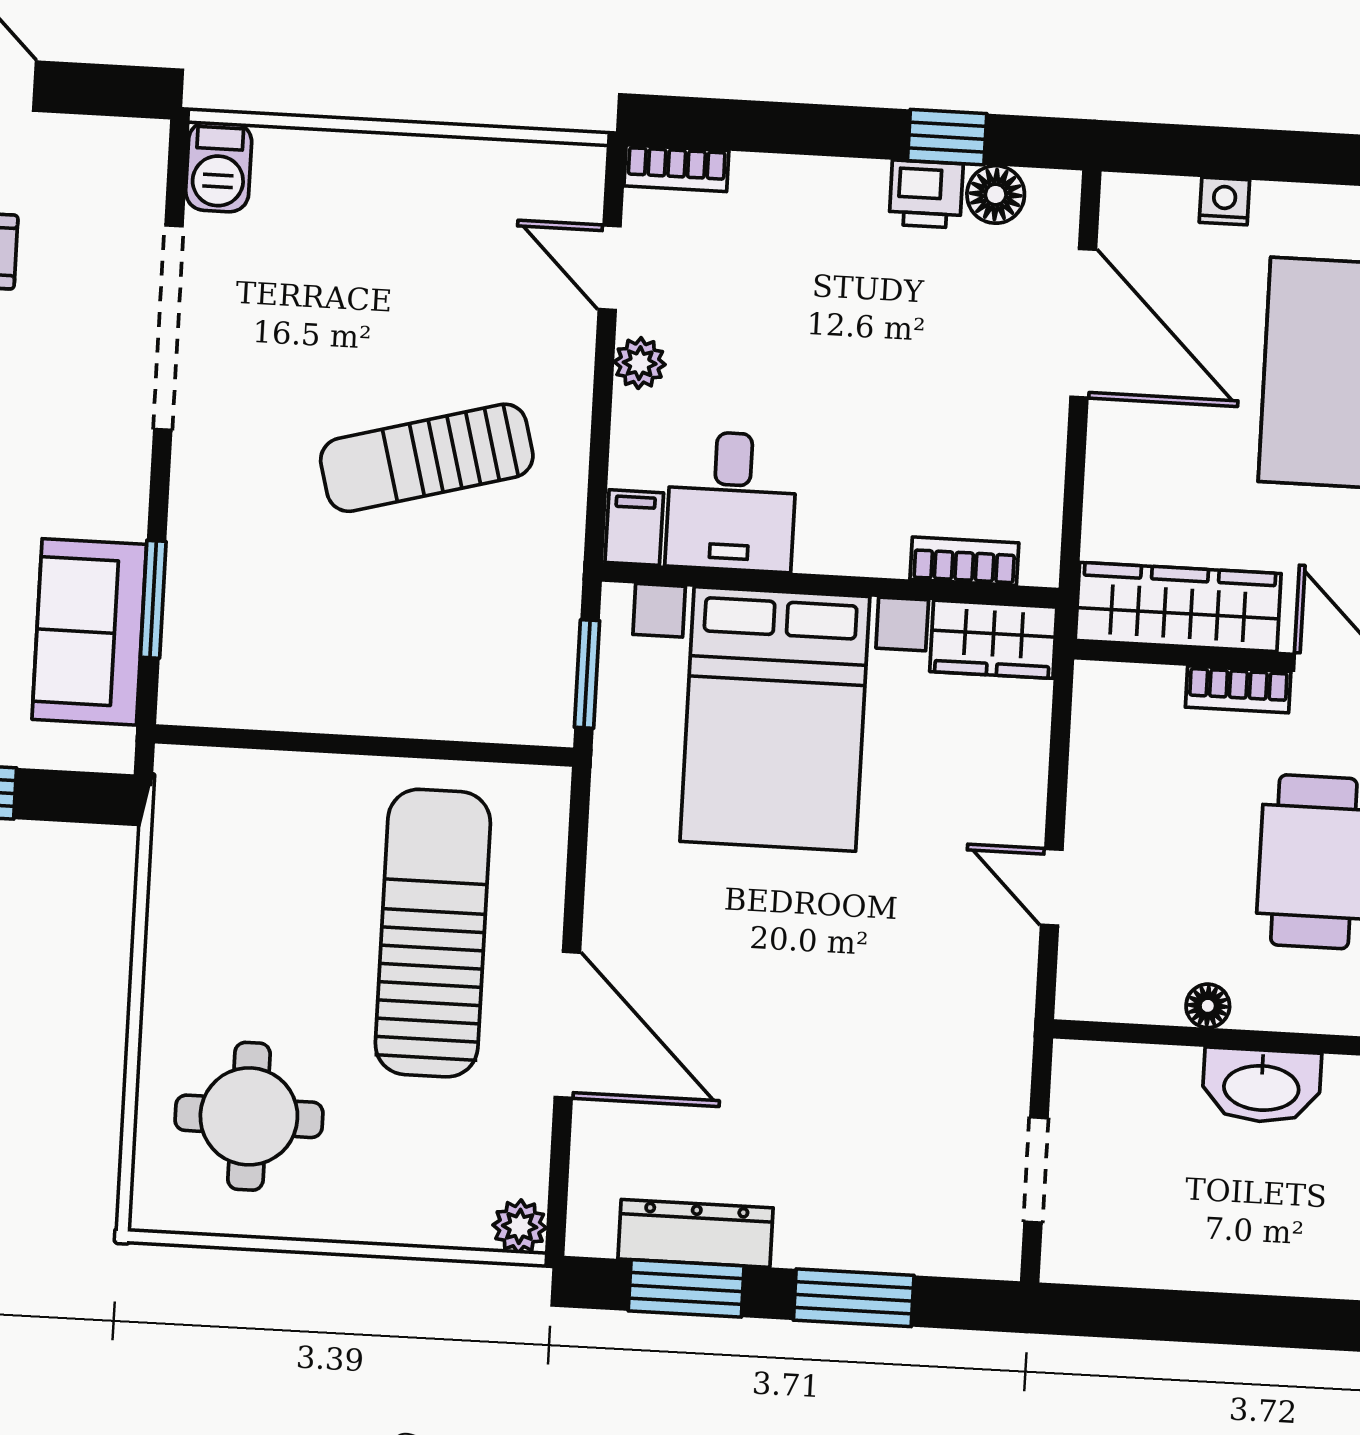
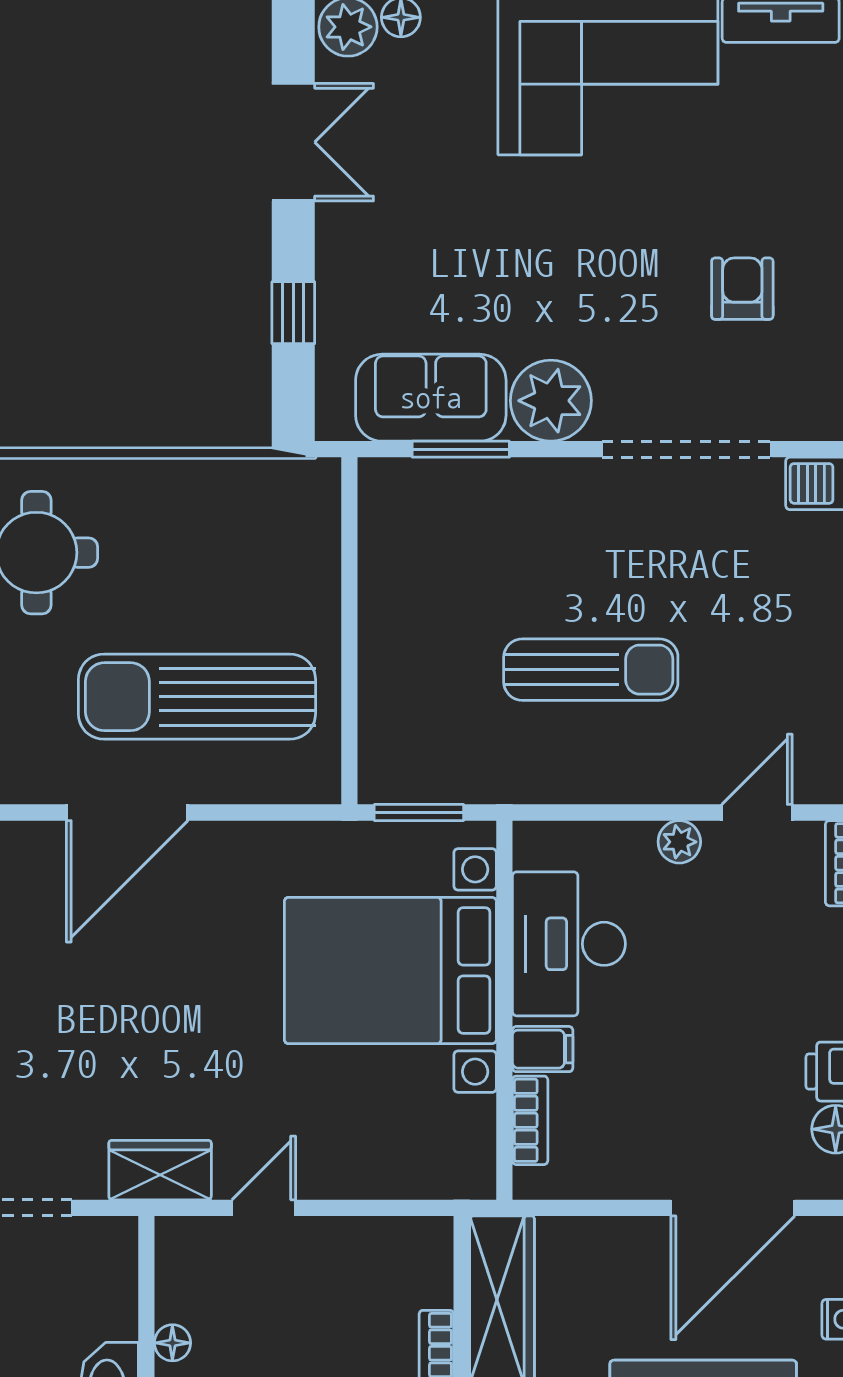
sun lounger: (427, 458) -> (591, 670), turned 105
plant: (101, 488) -> (551, 401), added
desk: (731, 501) -> (569, 944), width x1.37
filing cabinet: (634, 528) -> (543, 1049), moved
wardrobe: (993, 639) -> (160, 1170), moved, turned 90
sun lounger: (433, 933) -> (197, 697), turned 180

